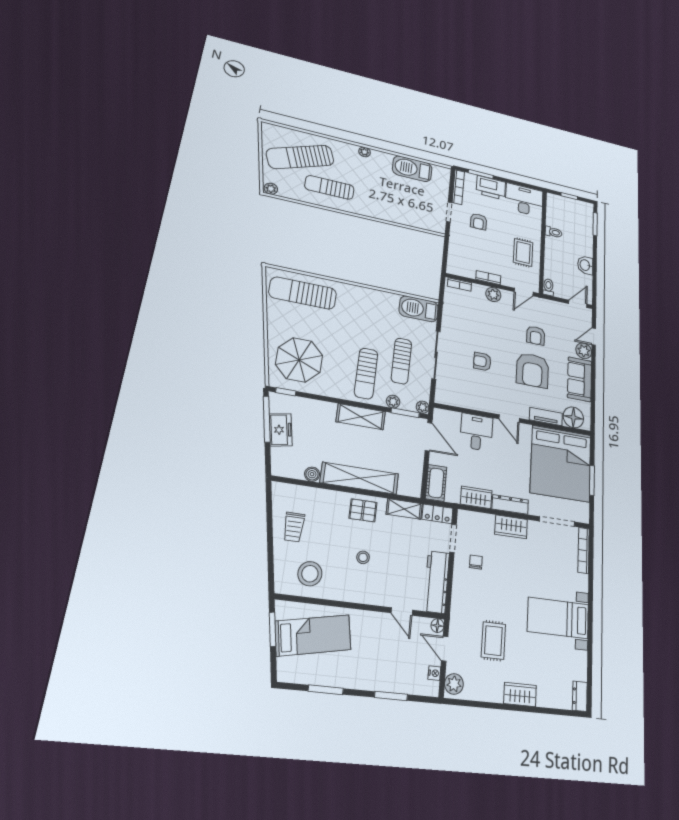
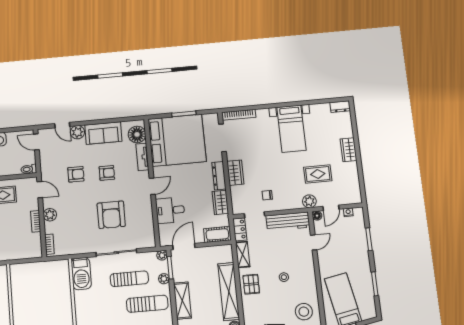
armchair: (482, 362) -> (111, 215), width x1.88, depth x1.88
armchair: (532, 370) -> (107, 173), width x0.53, depth x0.53
plant: (454, 684) -> (309, 201), moved

